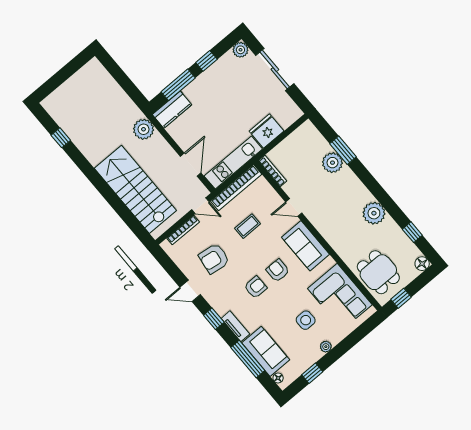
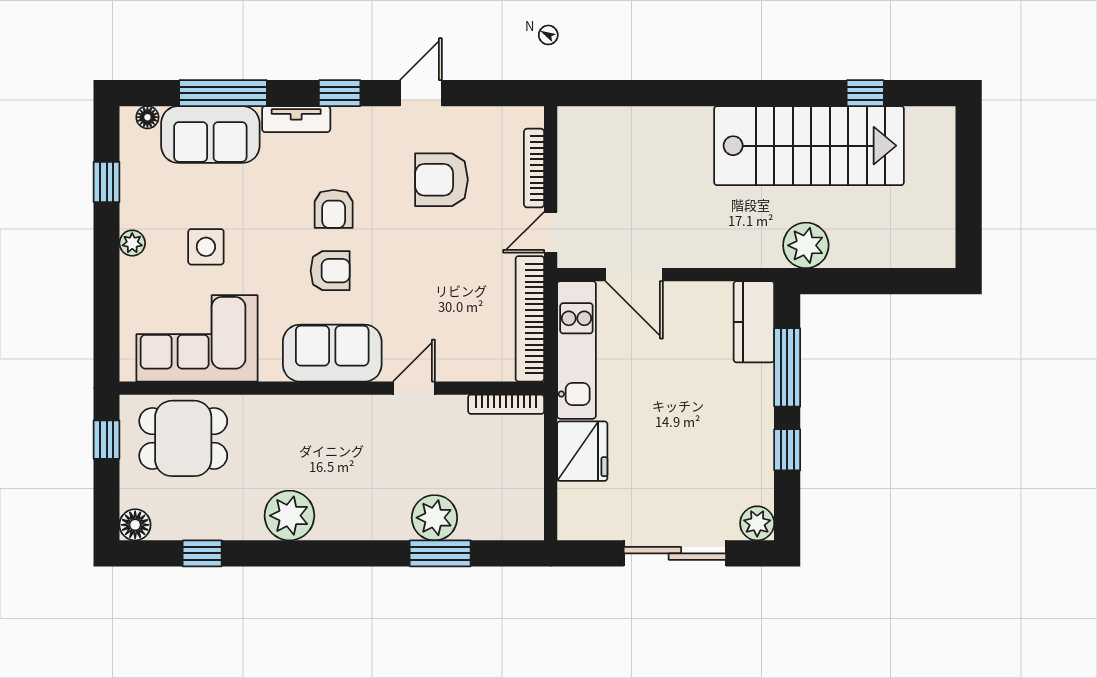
plant: (144, 129) -> (806, 245), moved
stairs: (135, 189) -> (809, 146), moved
coffee table: (248, 226) -> (448, 283), removed
armchair: (214, 259) -> (441, 180), turned -98

